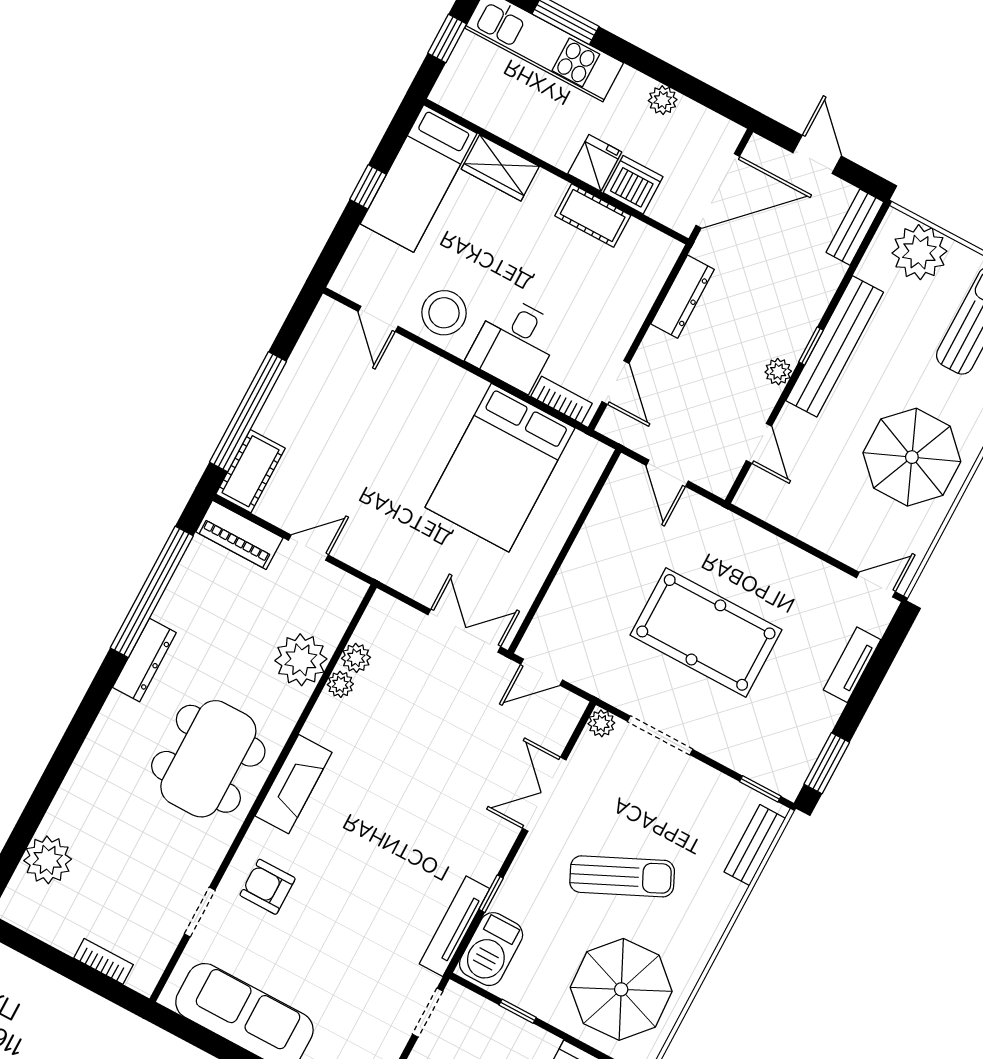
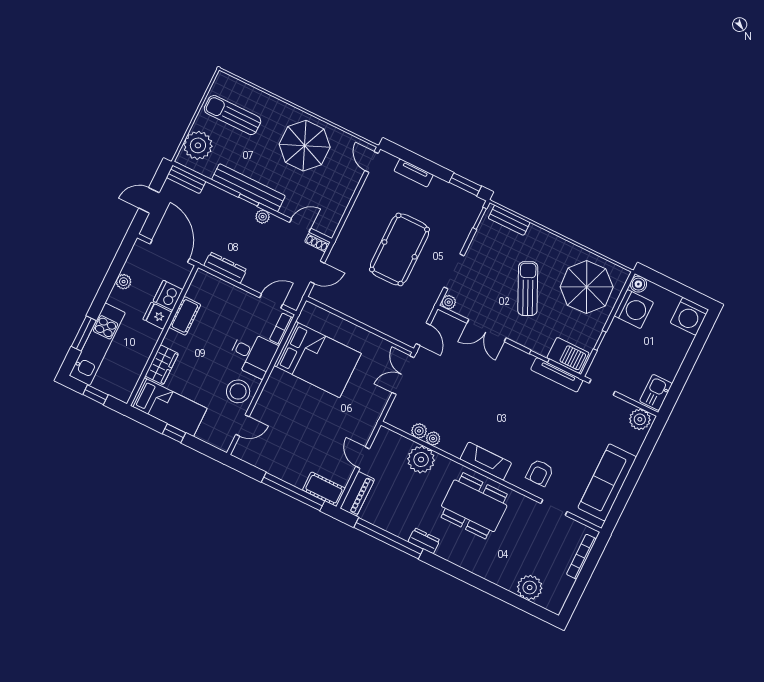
shoe rack: (726, 475) -> (317, 242), added
dresser: (144, 660) -> (424, 541), width x0.70
bookcase: (104, 961) -> (581, 557), width x1.56

